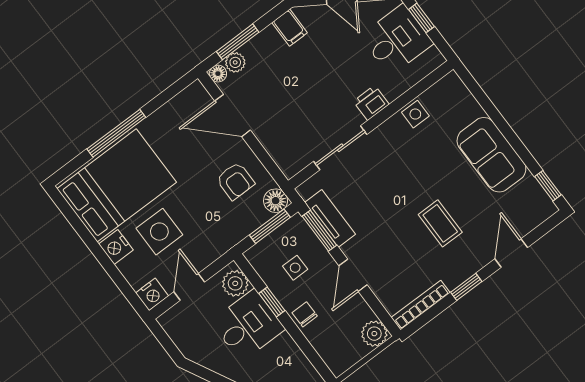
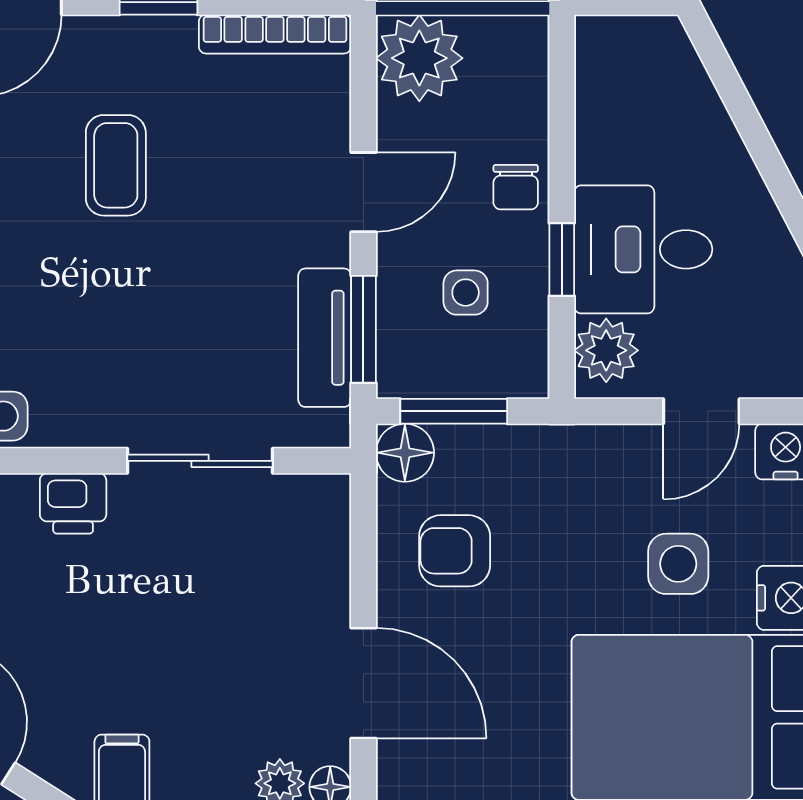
armchair: (235, 181) -> (455, 551), turned -90
side table: (159, 232) -> (678, 564), width x0.73, depth x0.73
plant: (374, 334) -> (419, 58), width x1.36, depth x1.36

